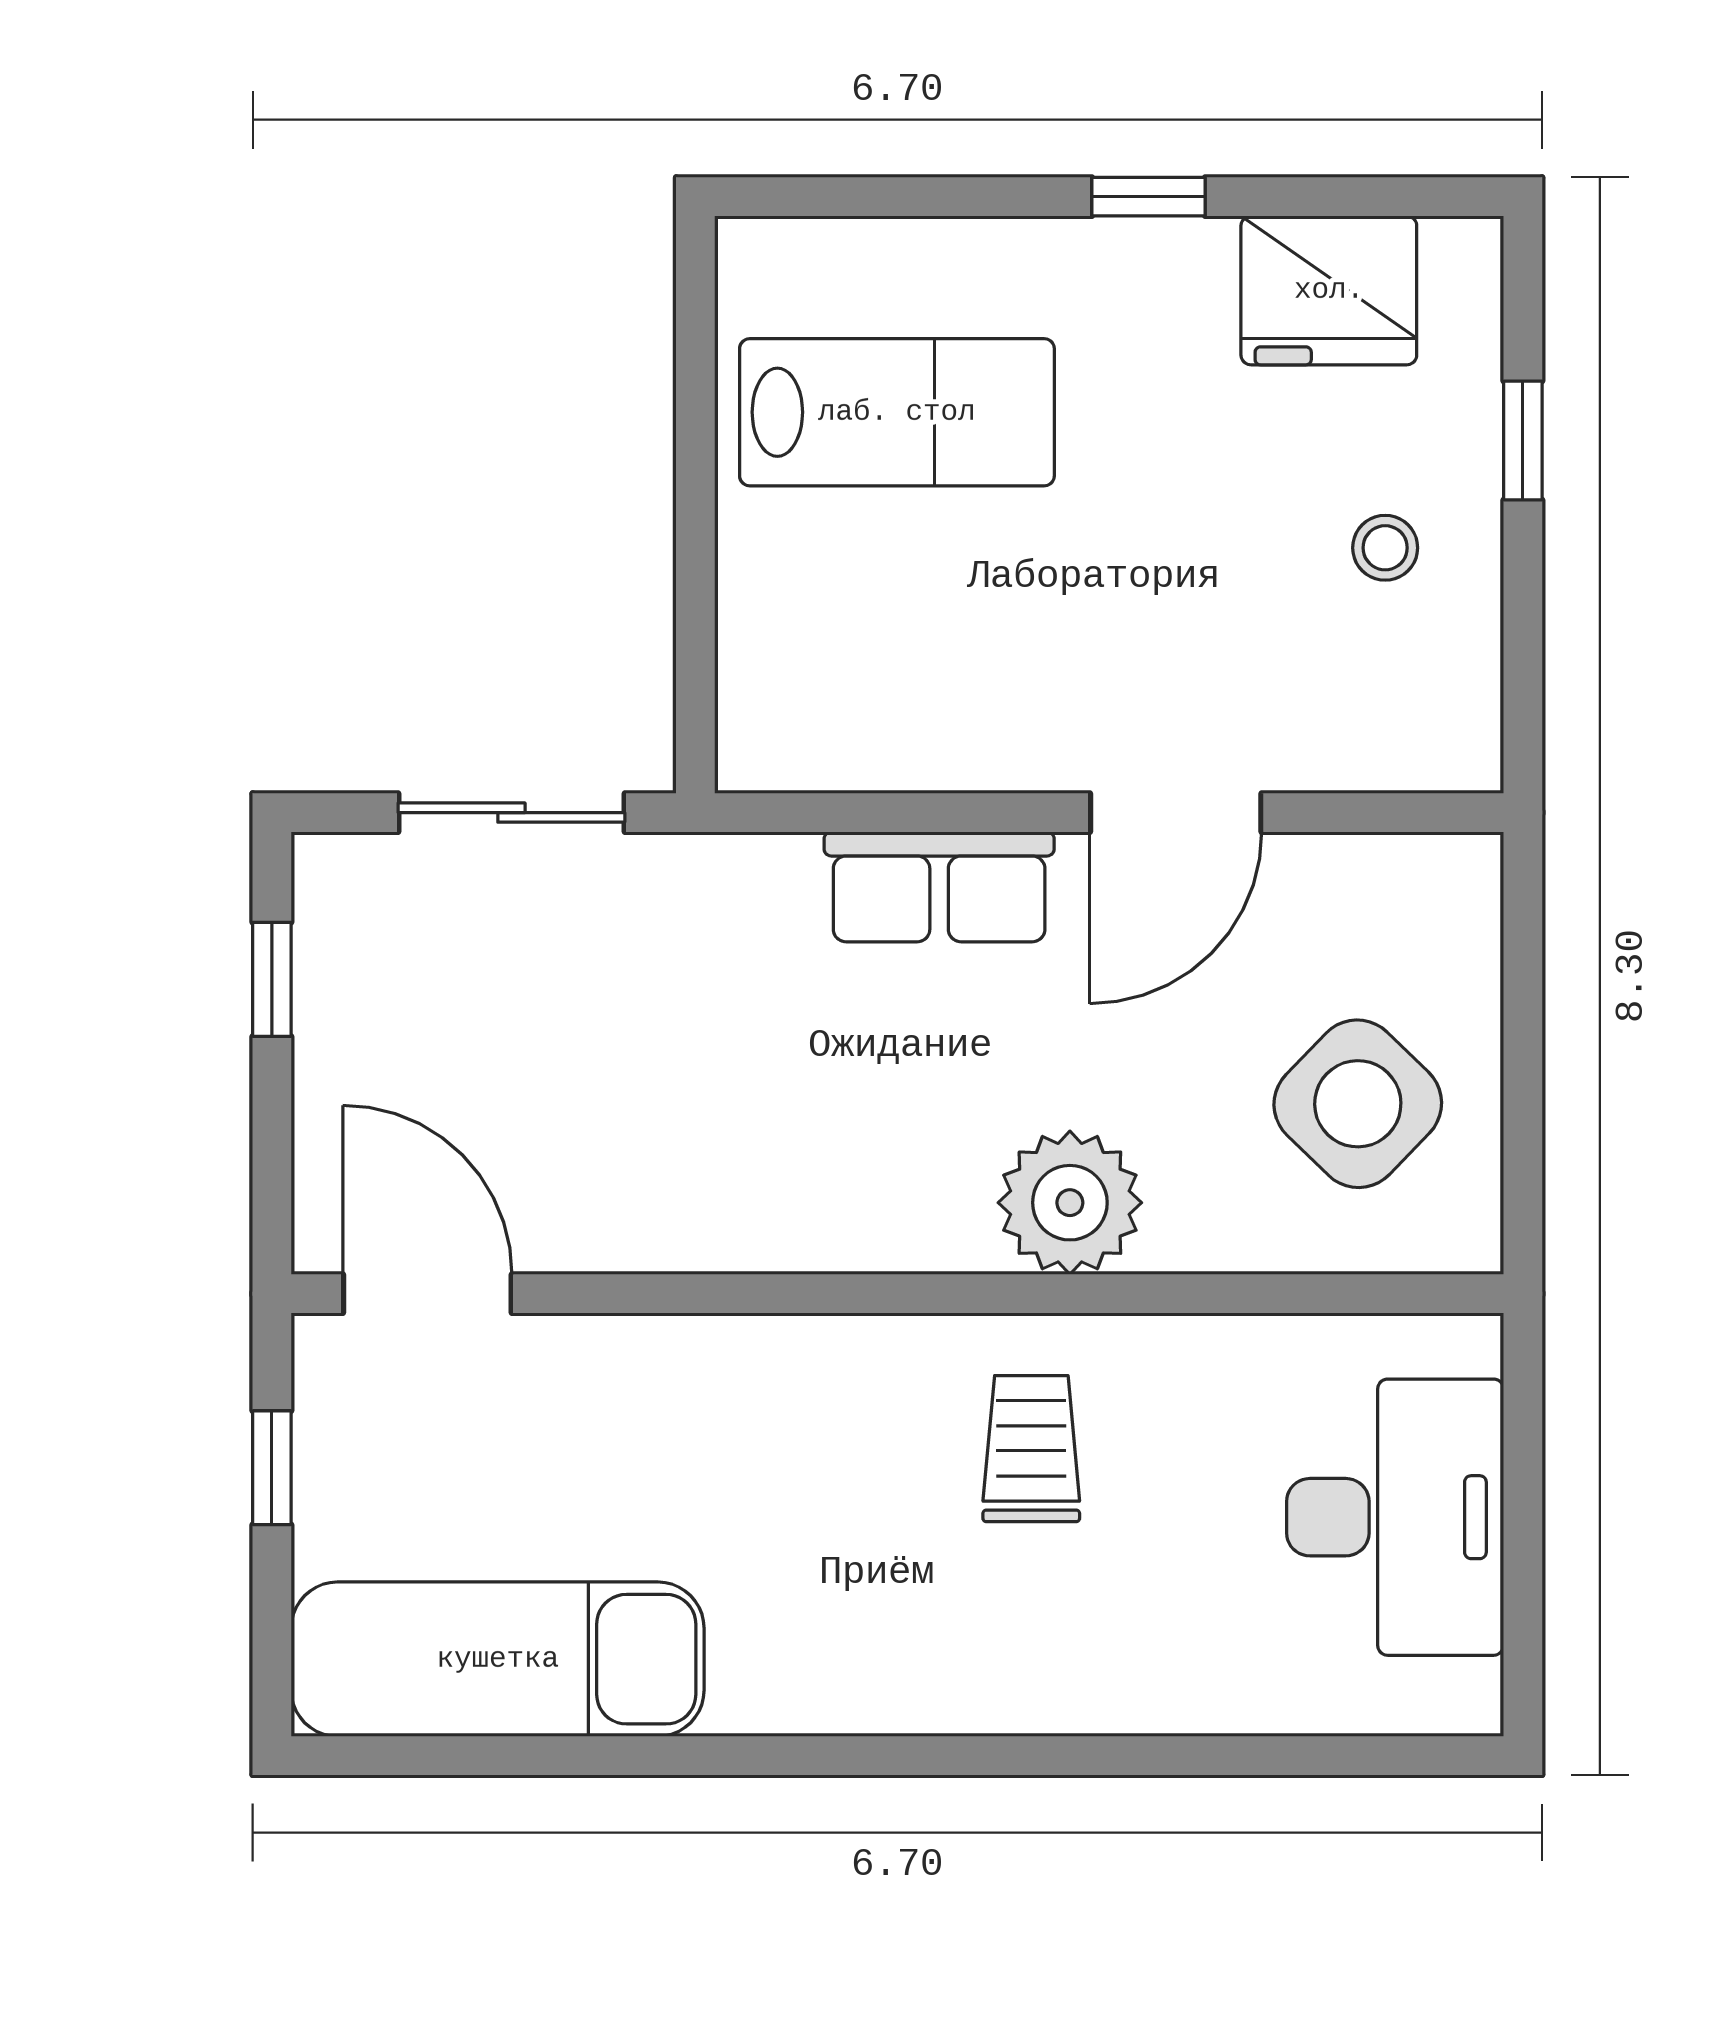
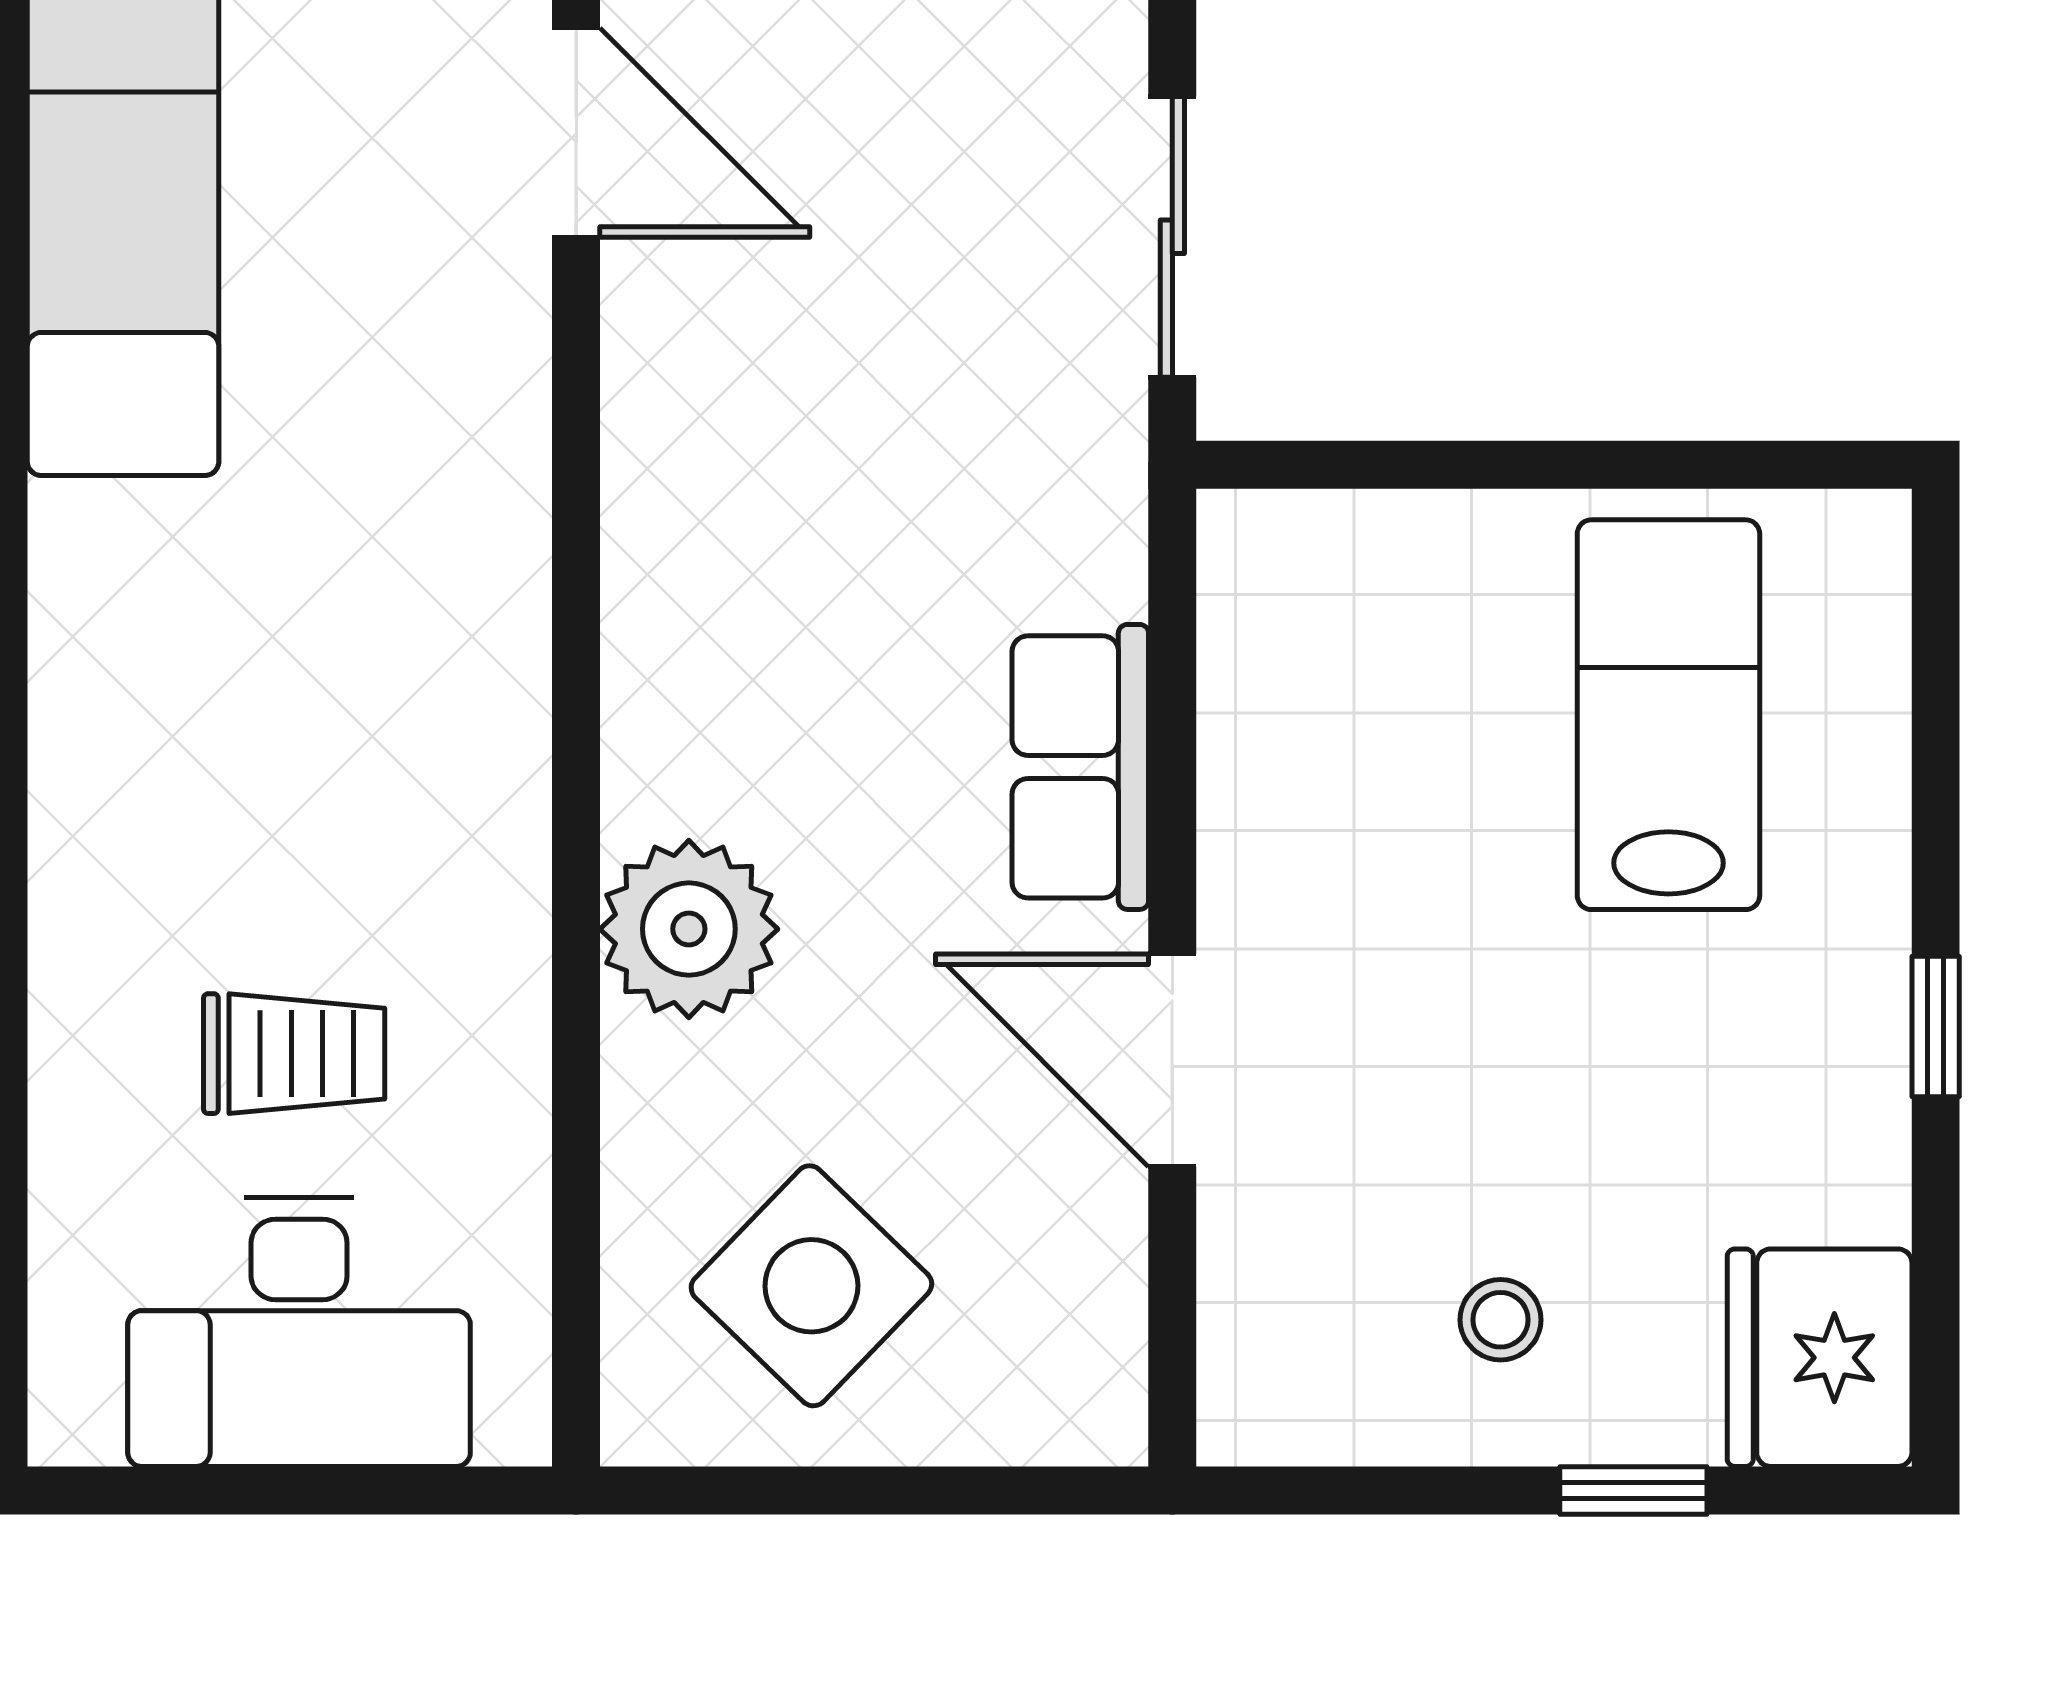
fridge: (1329, 290) -> (1820, 1358), moved
lab bench: (897, 412) -> (1668, 715), turned 180
door: (427, 1294) -> (576, 133), hinge flipped
trolley: (1031, 1449) -> (294, 1054), moved

